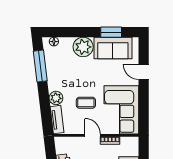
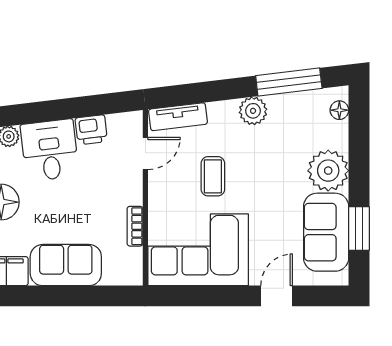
plant: (56, 98) -> (253, 111), moved
door: (93, 135) -> (145, 153), moved

